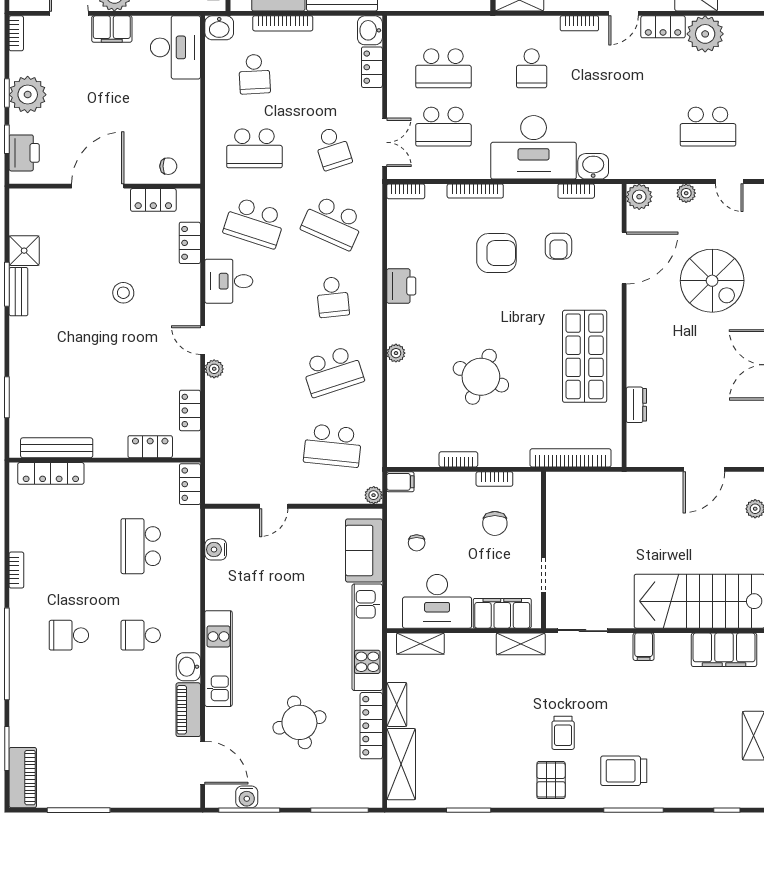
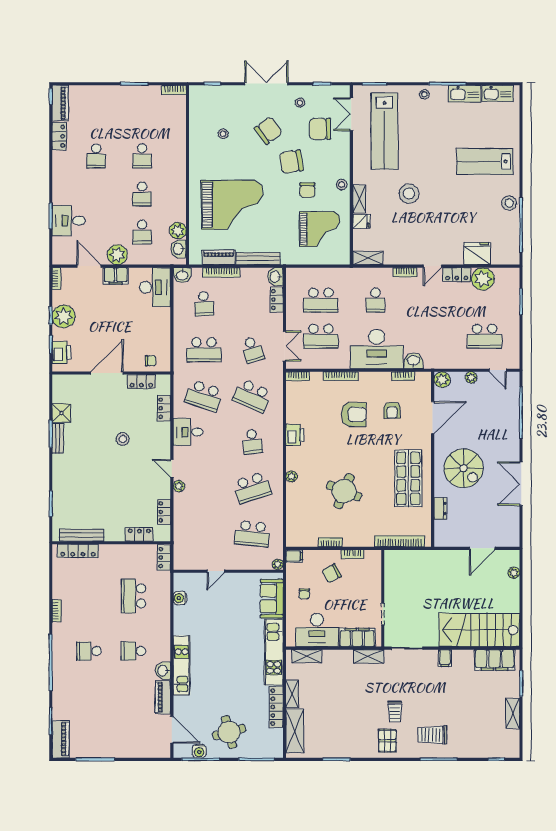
spiral stairs: (712, 281) -> (464, 468), moved
chair: (495, 523) -> (332, 573), moved, turned 62
round table: (299, 722) -> (229, 732), moved

